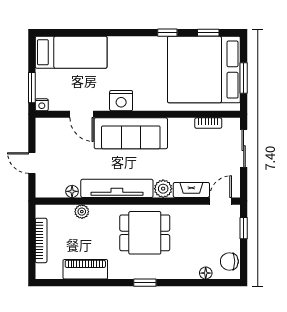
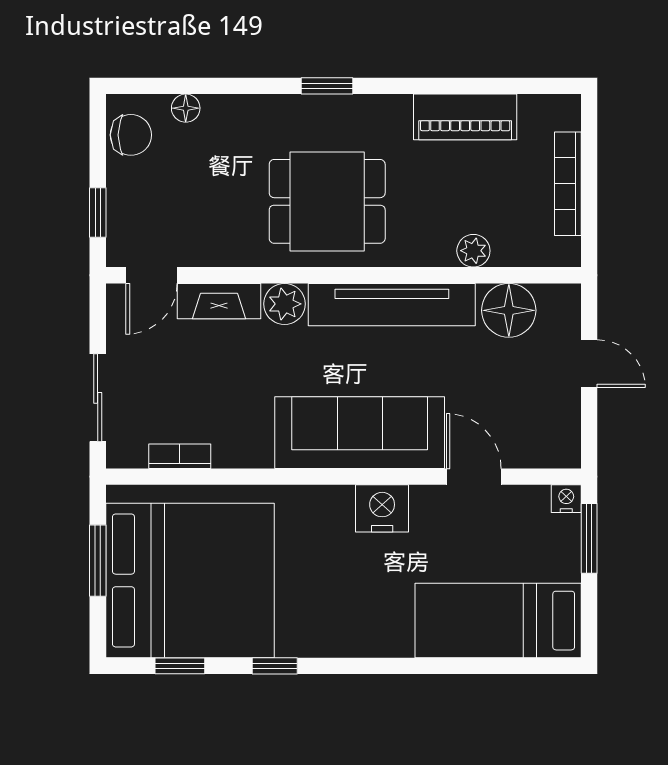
floor lamp: (72, 191) -> (509, 310), width x1.89, depth x1.89

